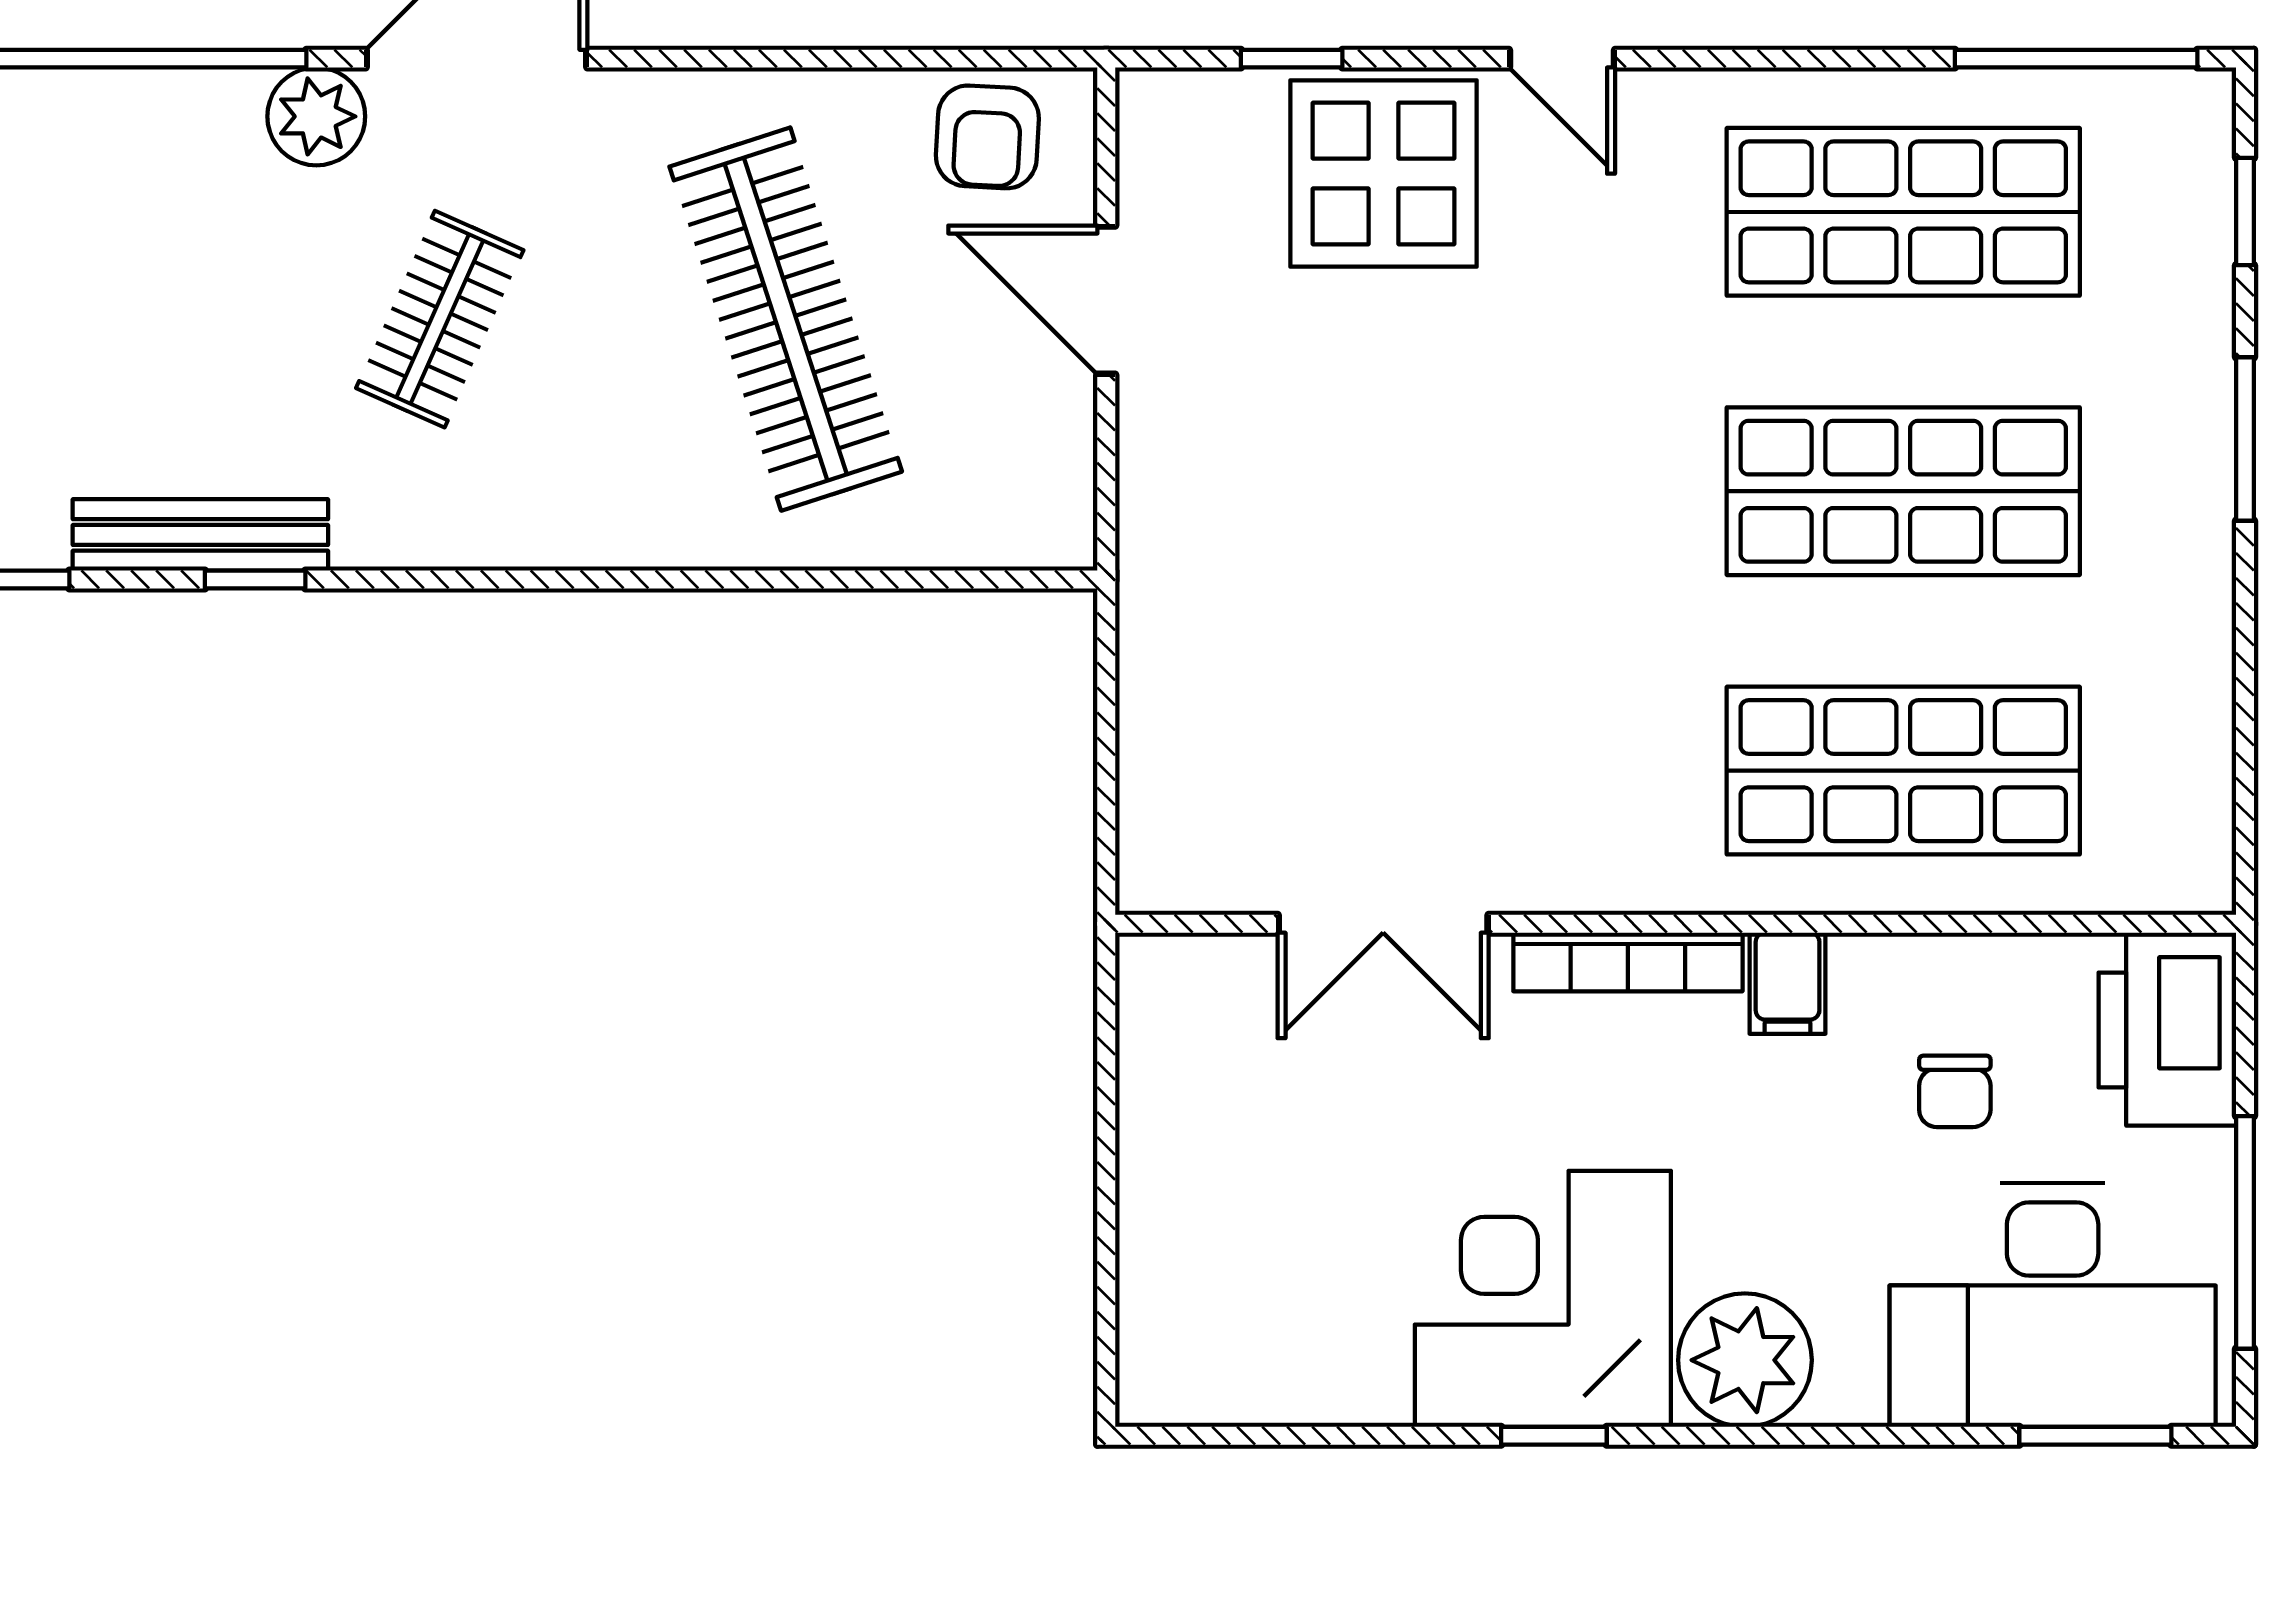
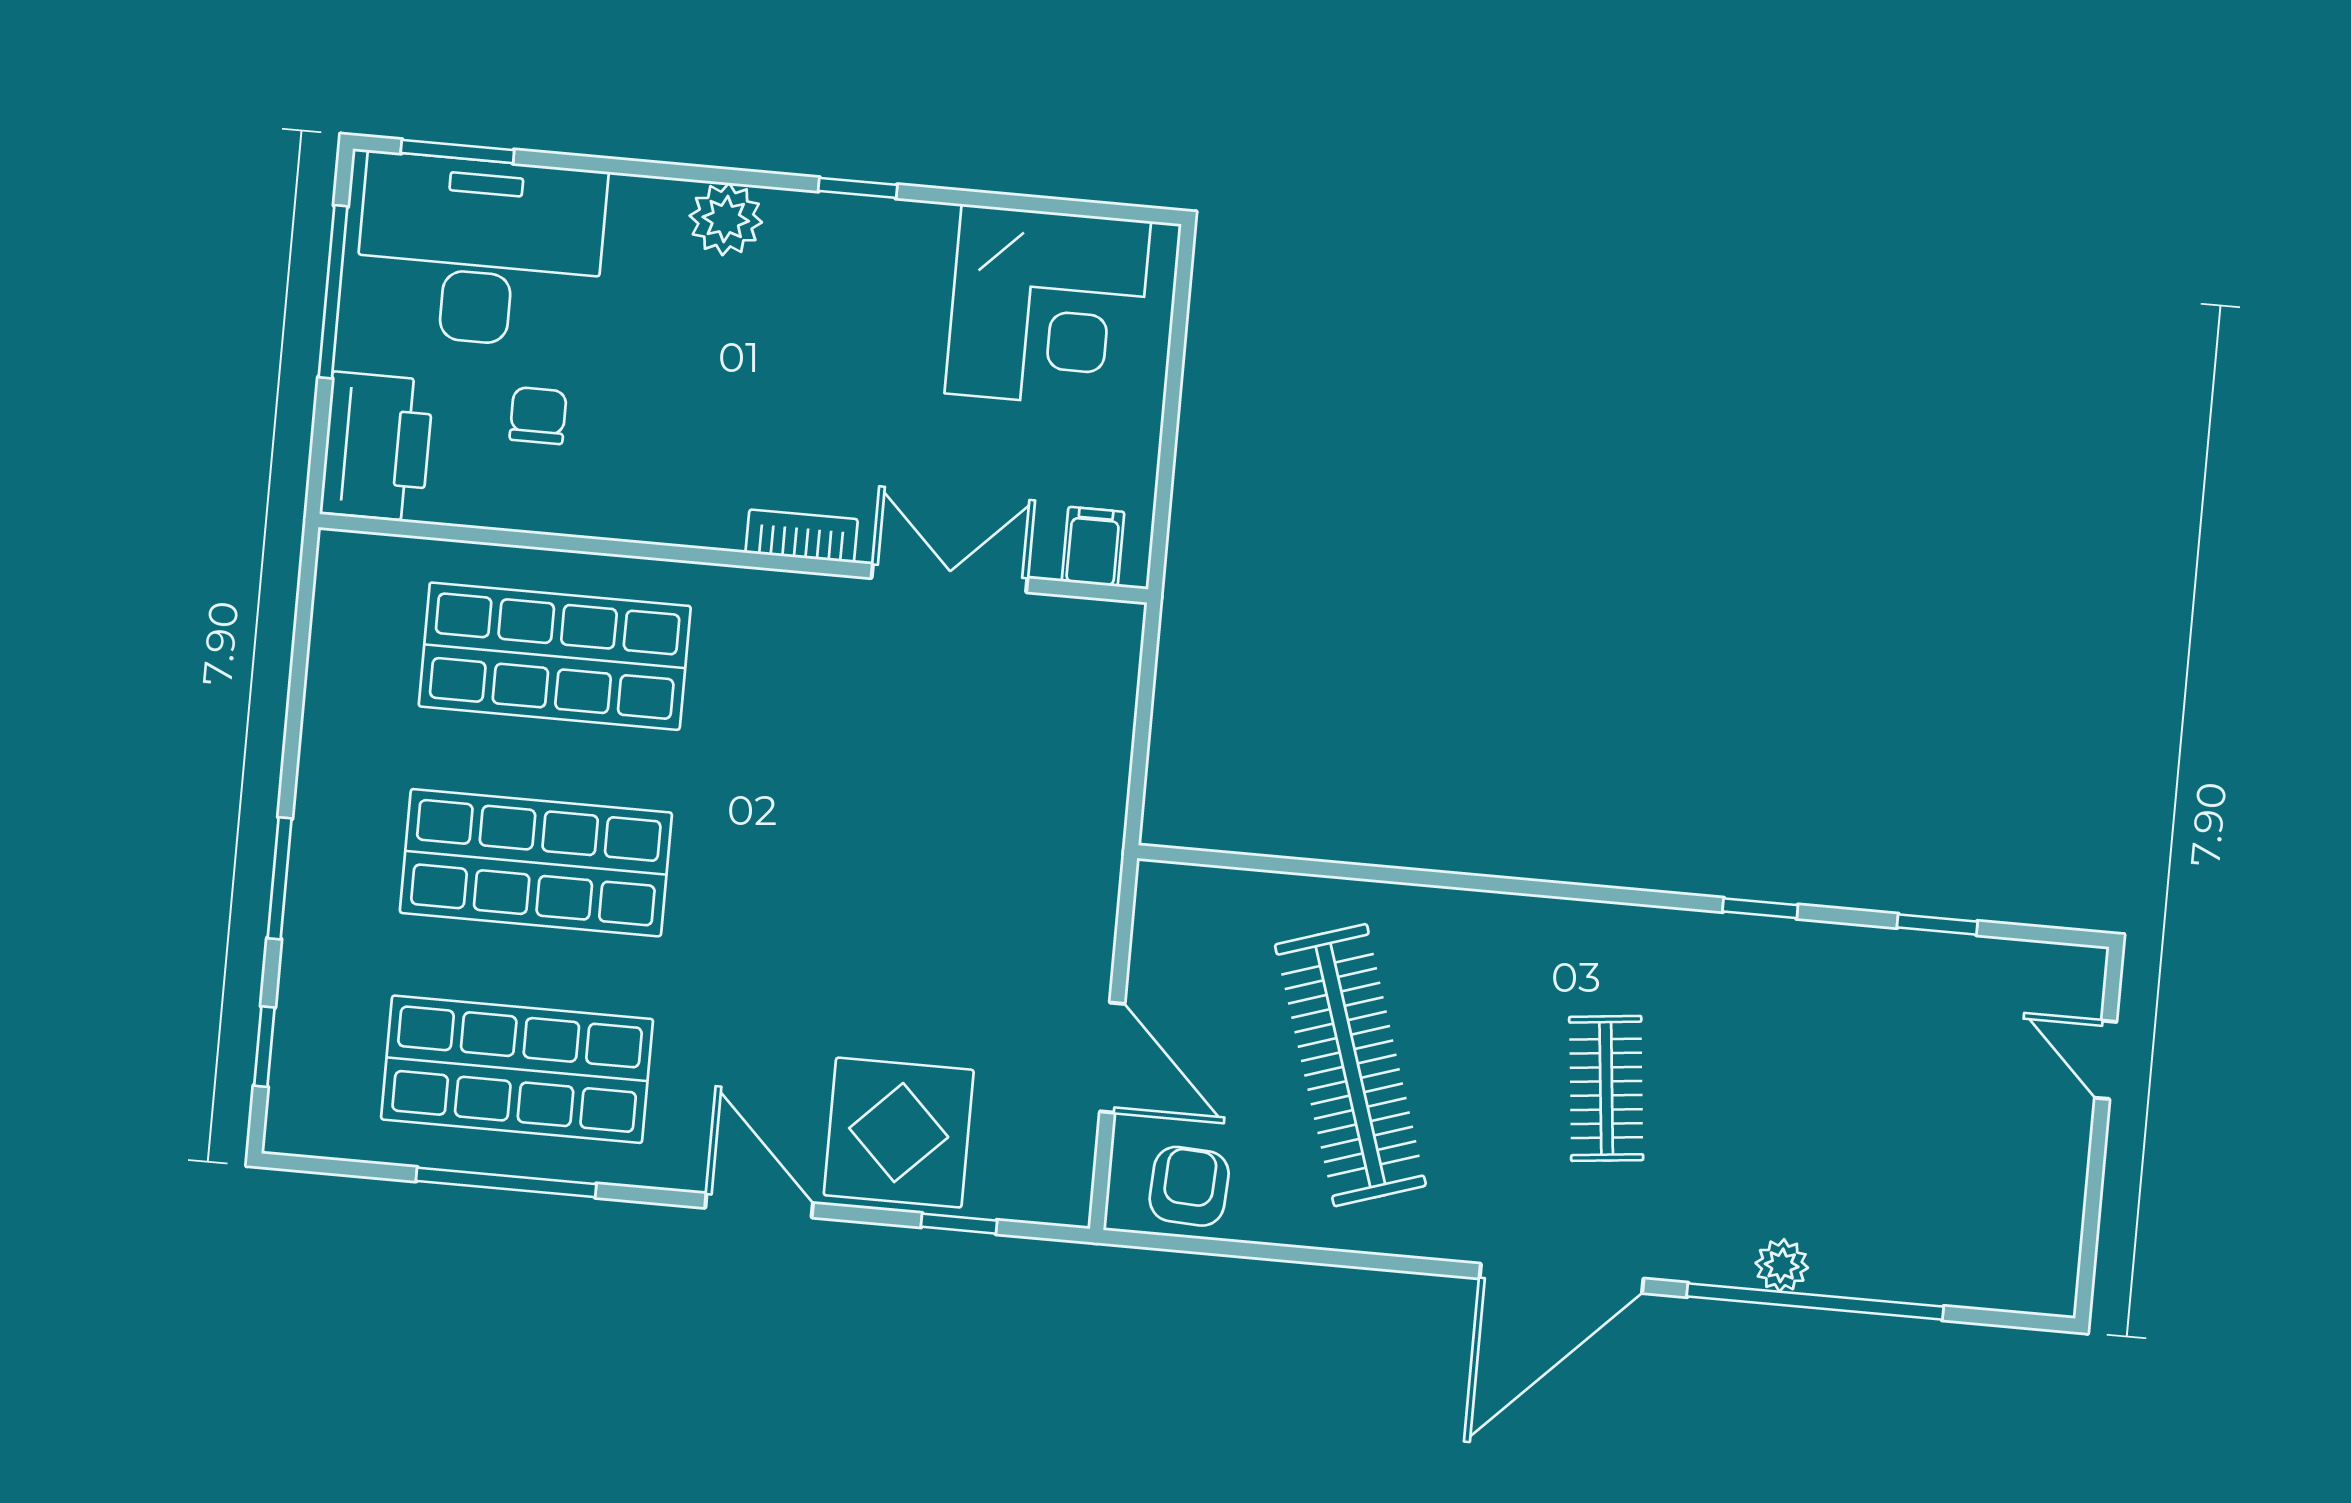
door: (1562, 59) -> (759, 1205), width x1.38
window: (2076, 59) -> (506, 1182), moved
plant: (316, 116) -> (1782, 1265), moved, width x0.73, depth x0.73
clothes rail: (440, 319) -> (1606, 1088), turned -30
bench: (200, 535) -> (1798, 945), removed
bookcase: (1628, 962) -> (802, 536), width x0.64
filing cabinet: (1788, 983) -> (1093, 547), moved
corner desk: (1543, 1299) -> (1048, 307), moved
plant: (1745, 1360) -> (726, 219), width x0.73, depth x0.73

